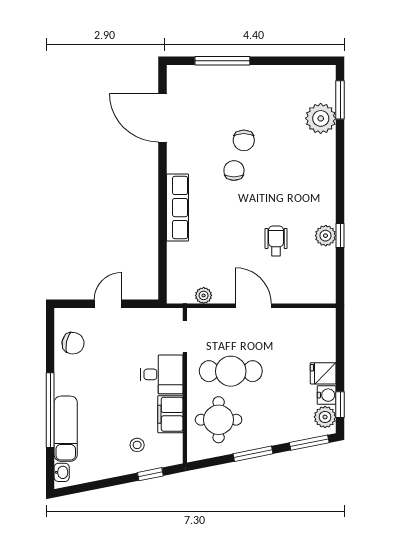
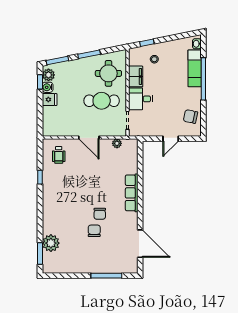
plant: (326, 236) -> (48, 177), removed
wheelchair: (276, 241) -> (59, 155), moved

